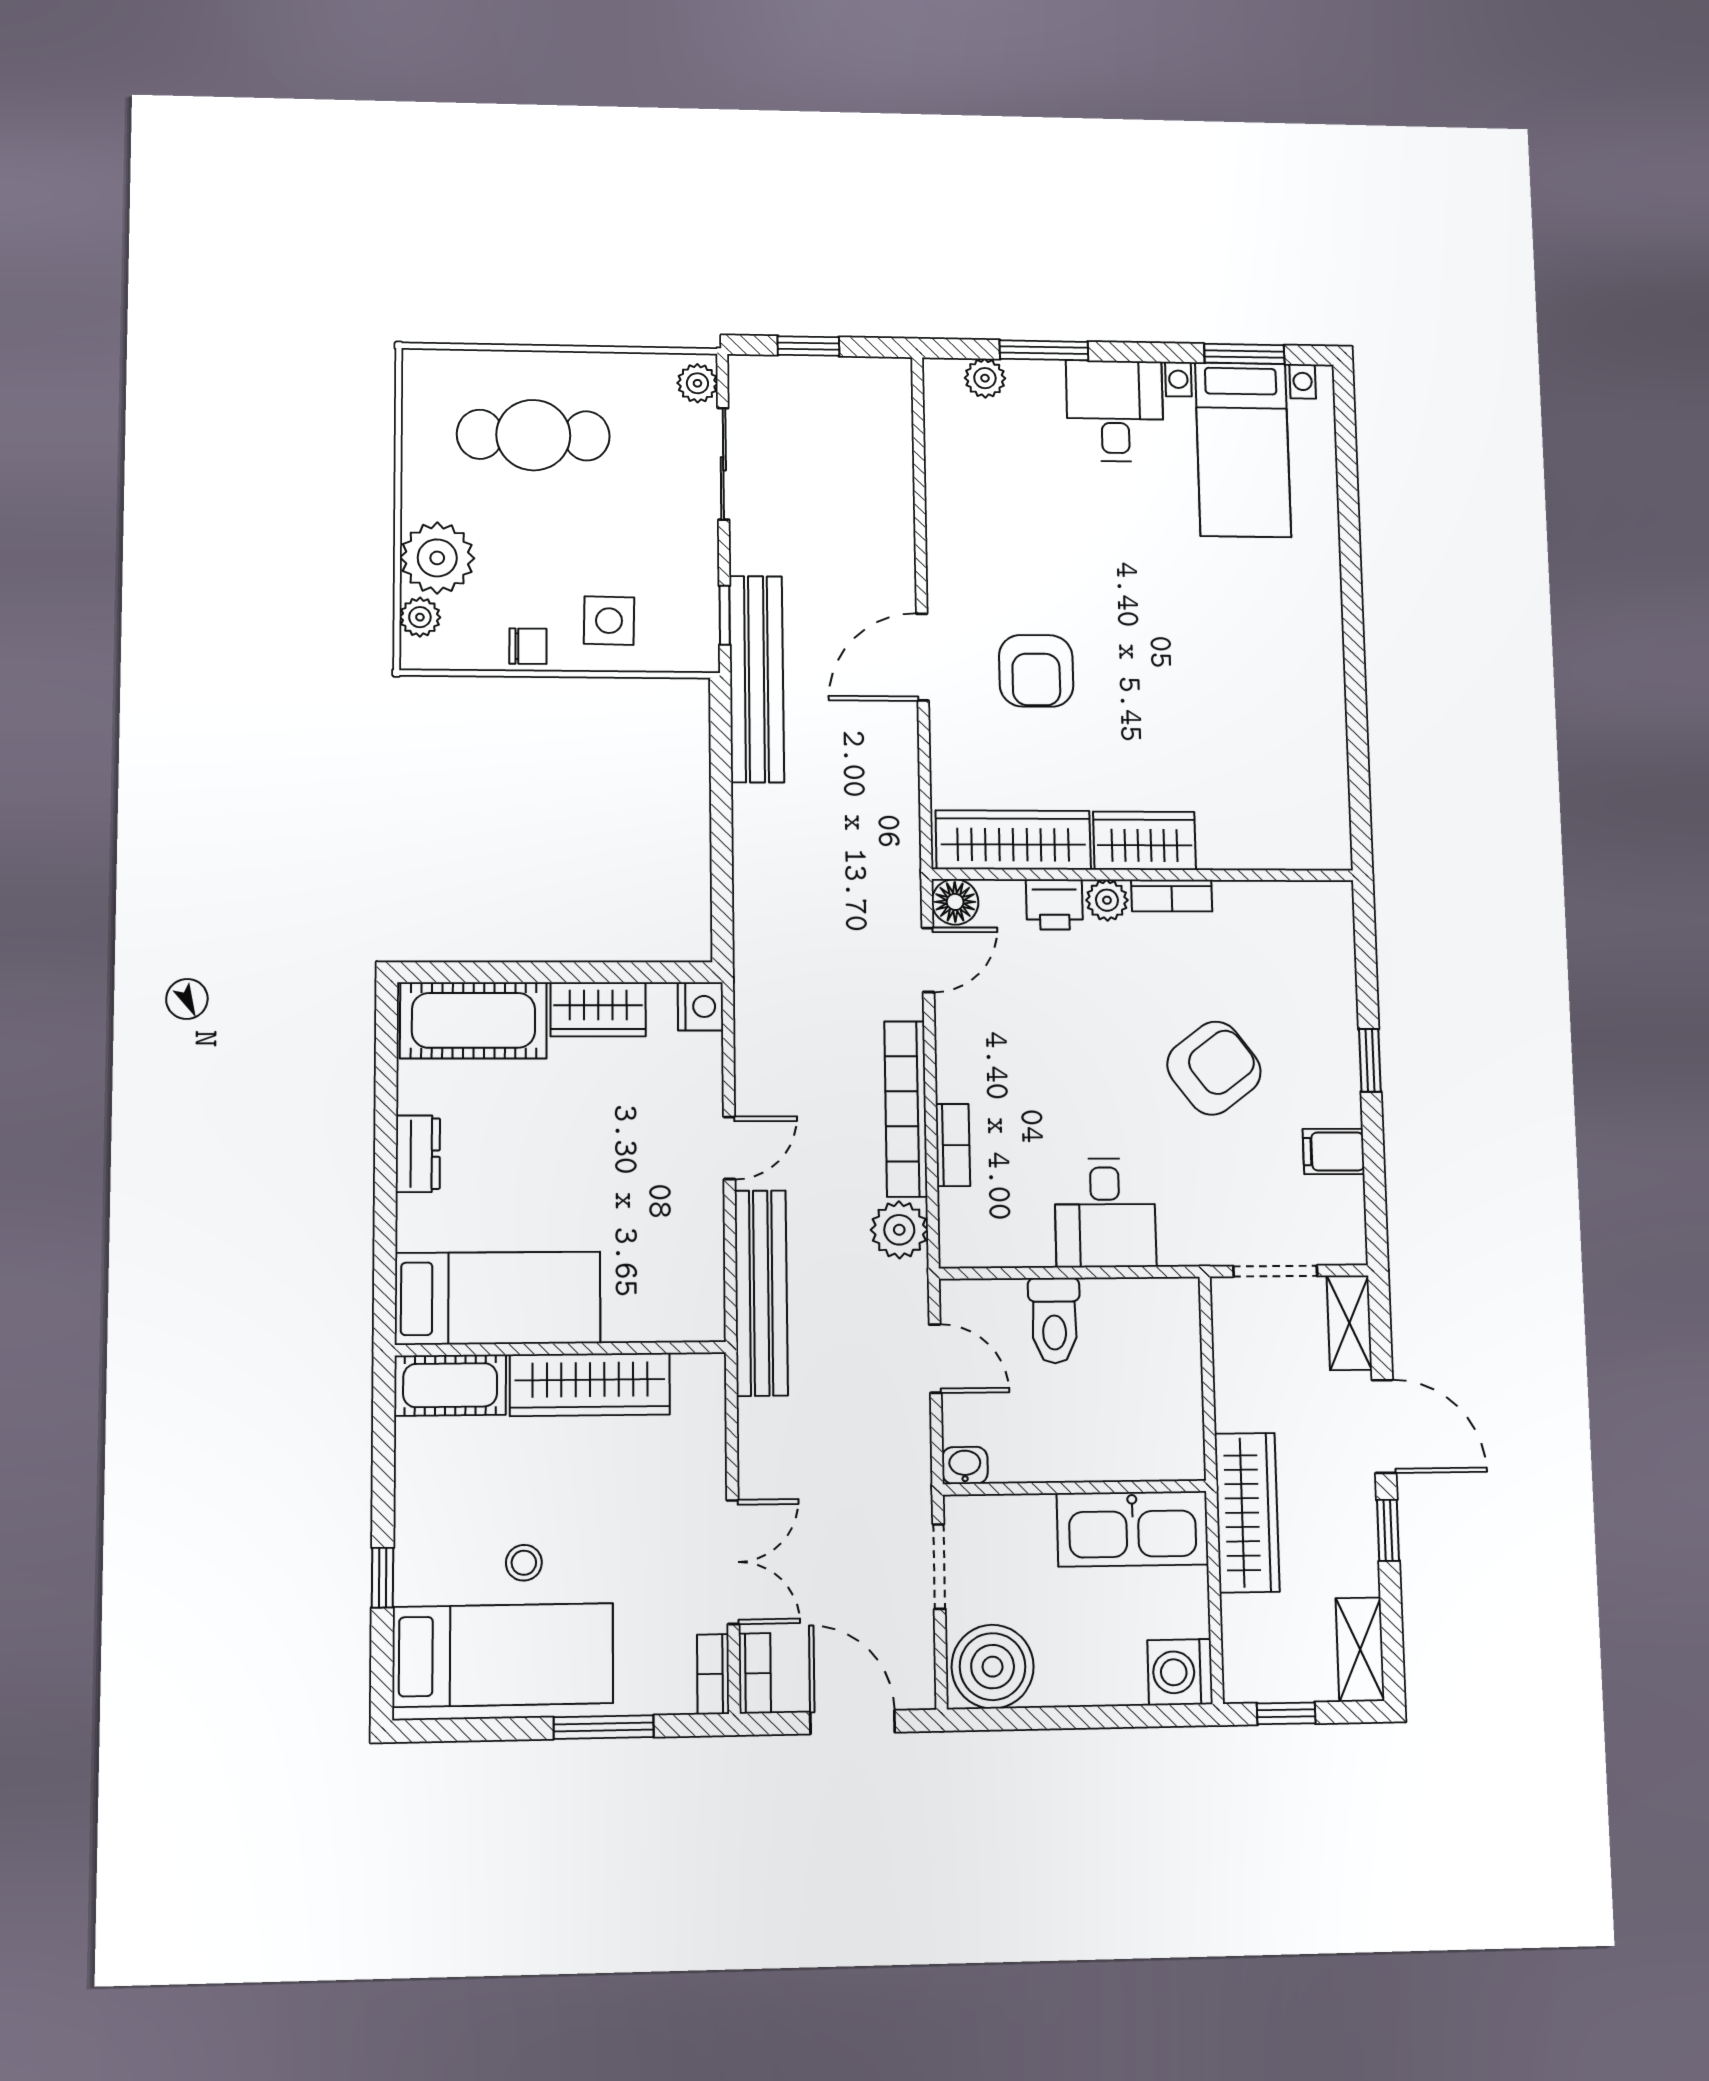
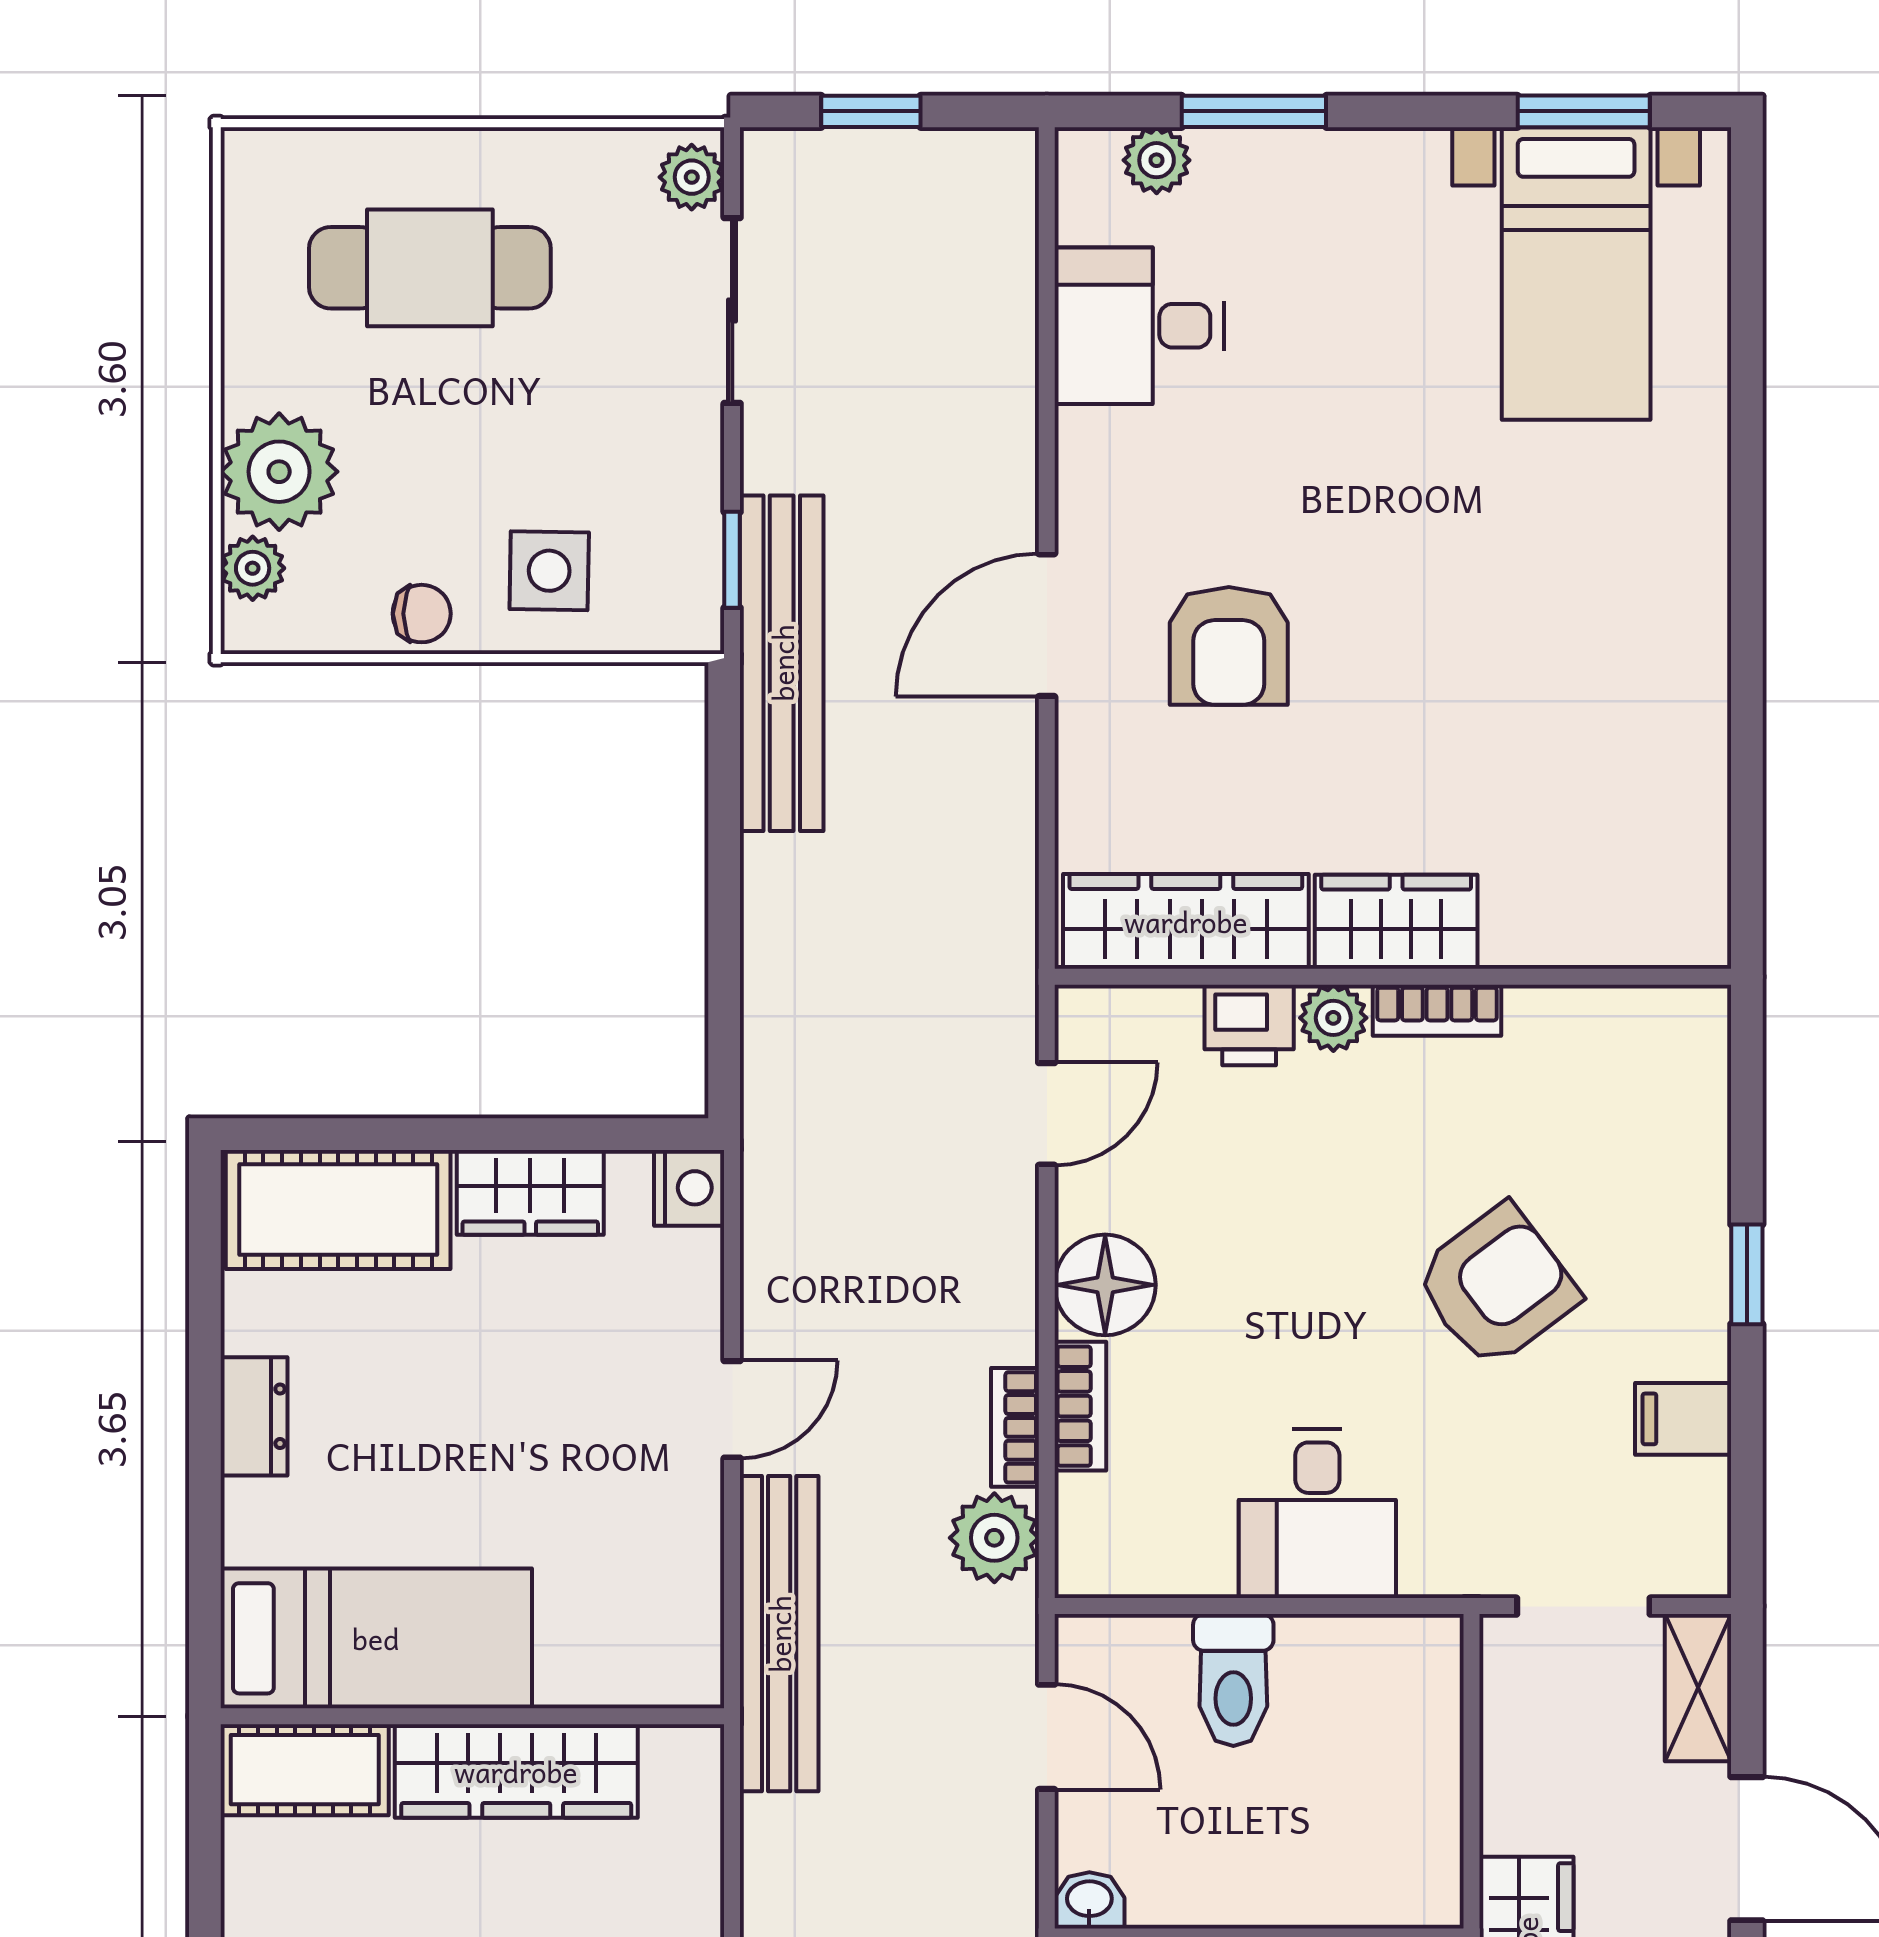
desk: (1115, 411) -> (1139, 326), moved, turned -90
floor lamp: (955, 902) -> (1105, 1285), moved, width x1.38, depth x1.38
bookcase: (906, 1109) -> (1015, 1427), width x0.43, depth x0.76

